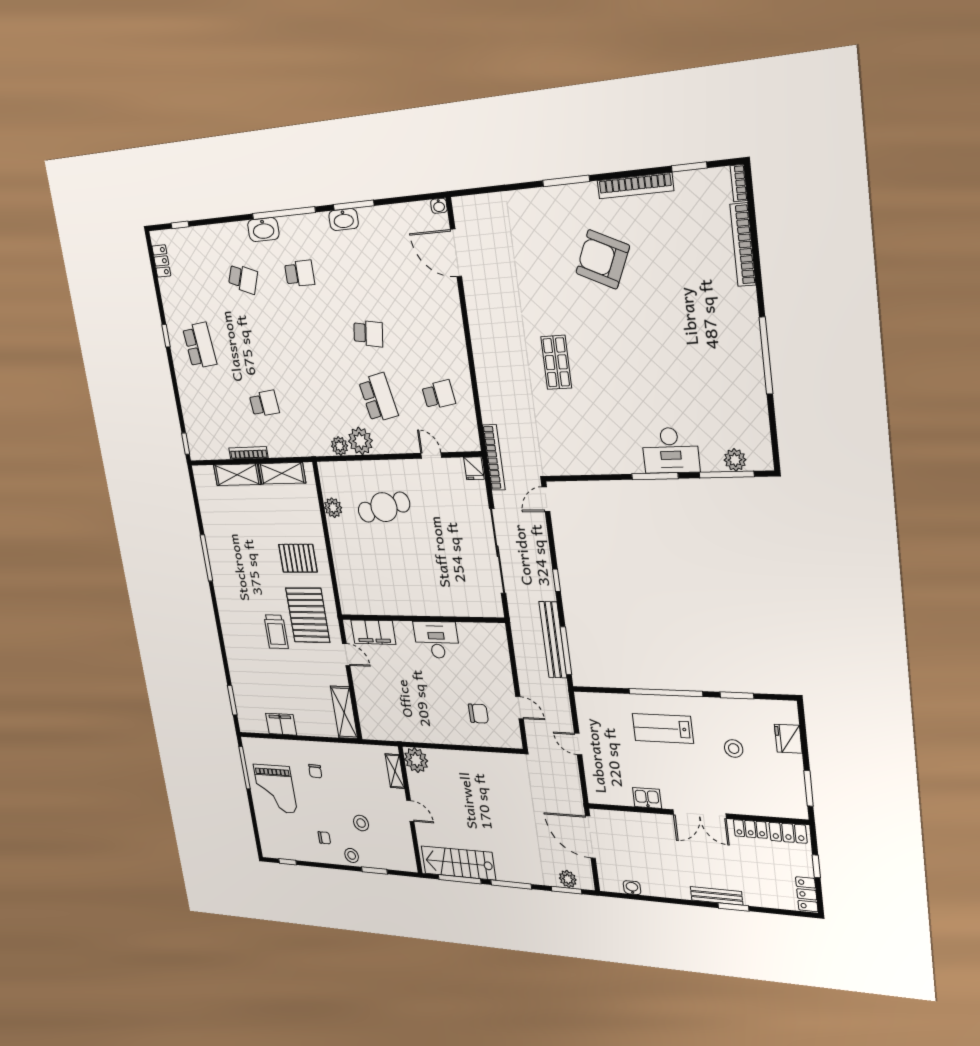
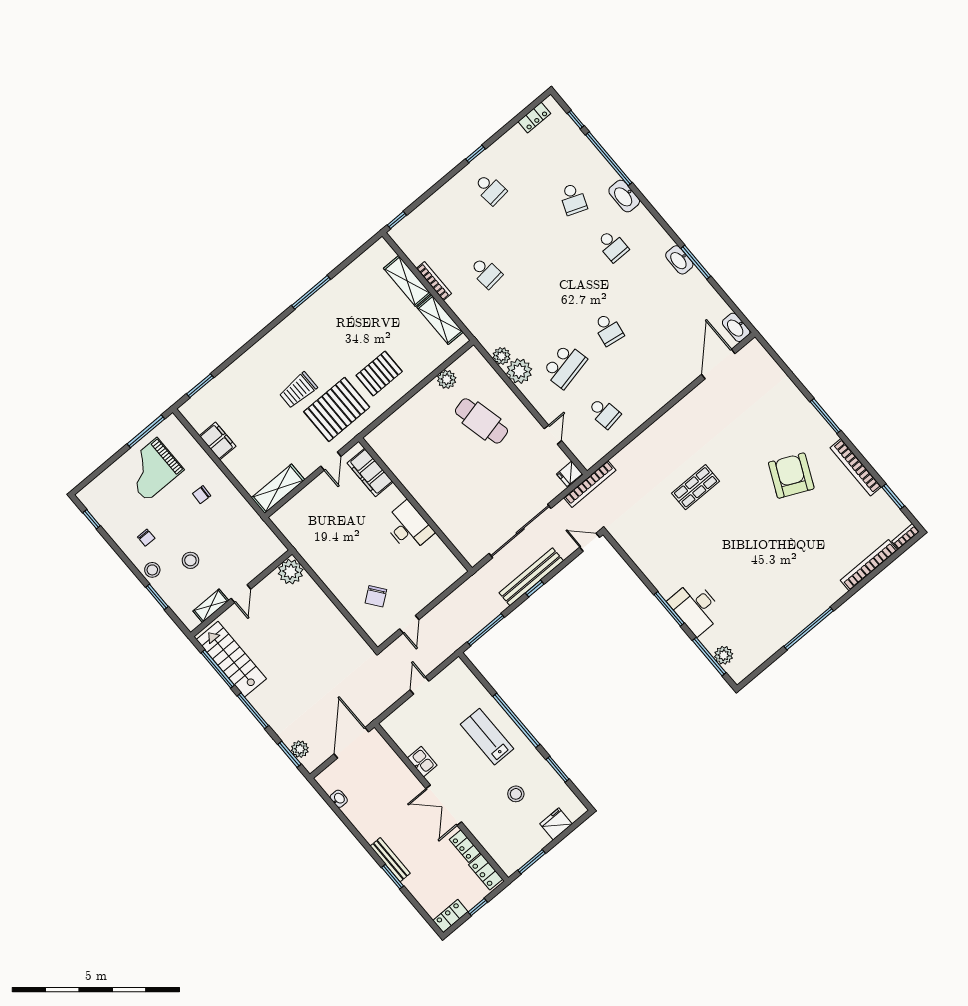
washbasin: (439, 206) -> (736, 327), width x1.91, depth x1.45
window: (284, 213) -> (609, 159), moved
school desk: (200, 346) -> (490, 189), width x0.54
pallet: (298, 558) -> (379, 373), turned 90
bench: (553, 640) -> (531, 577), moved
chair: (478, 714) -> (376, 596), turned 53
shelving: (395, 771) -> (211, 606), moved

